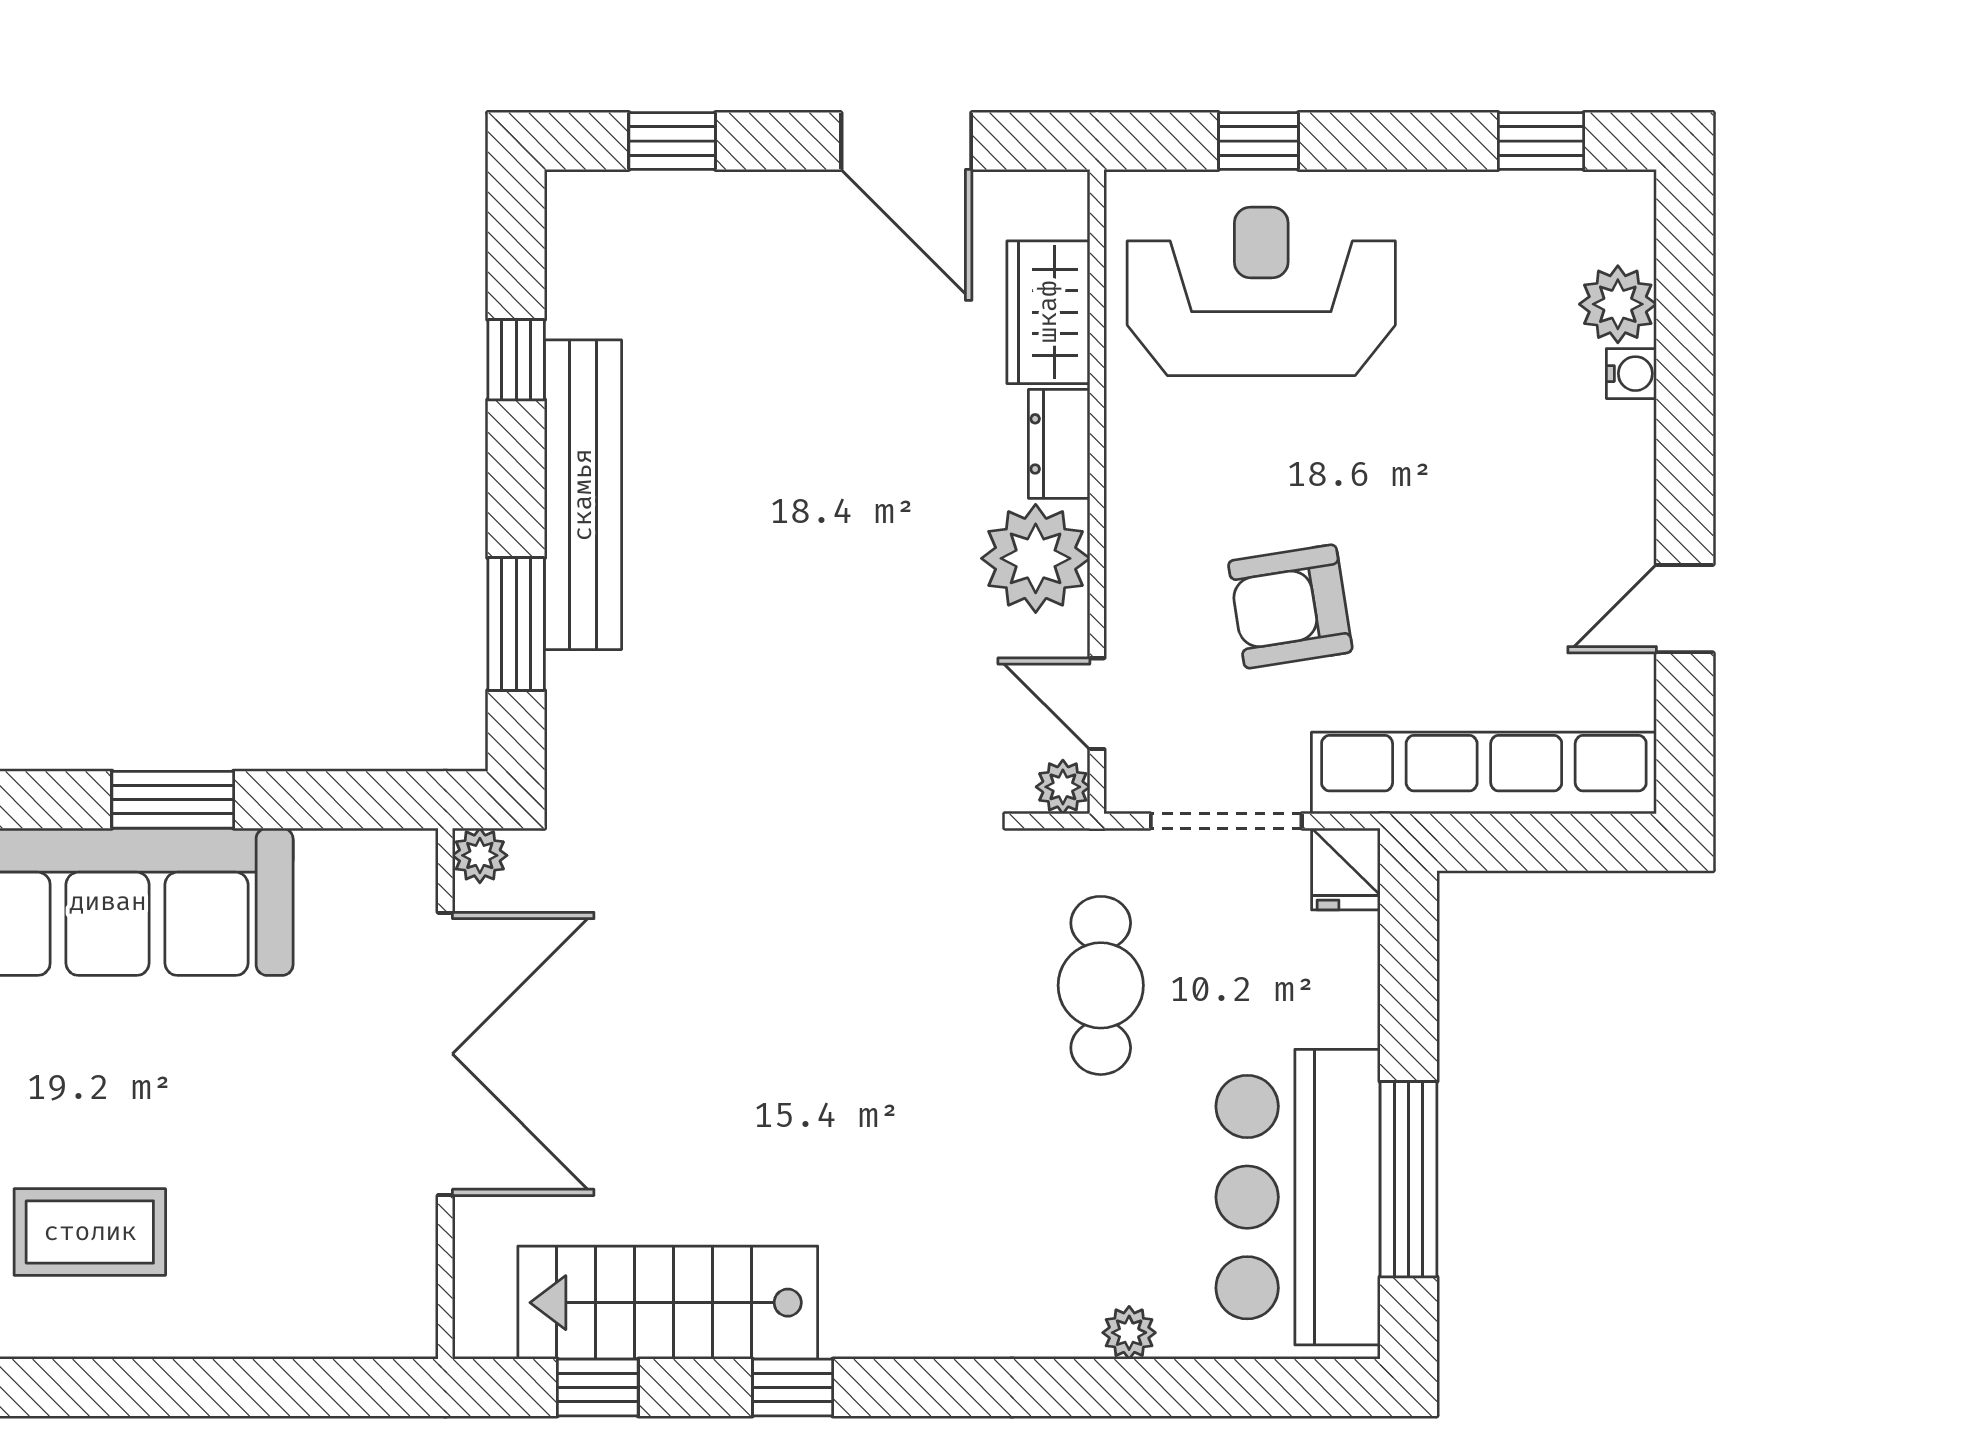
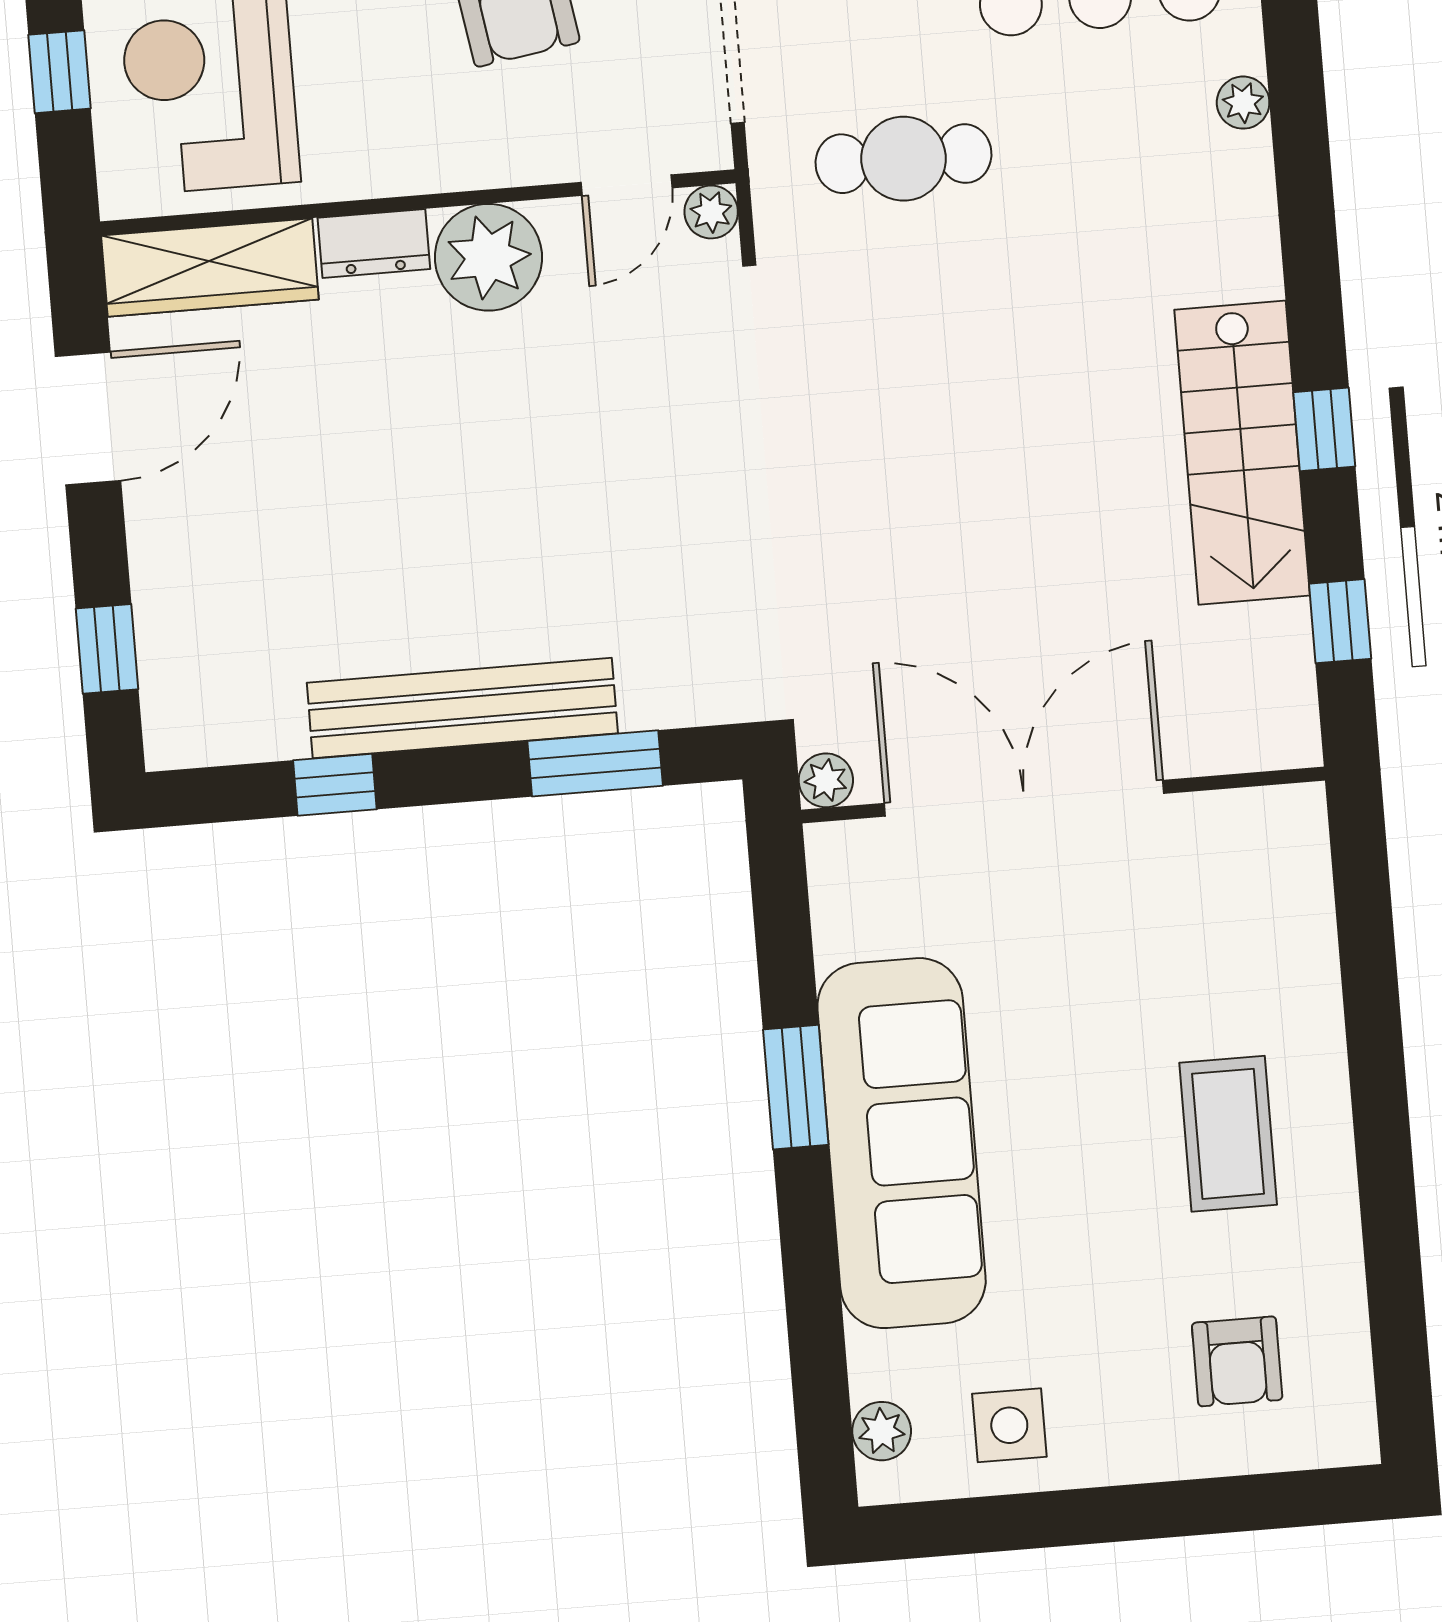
wardrobe: (1048, 312) -> (210, 268), width x1.50
stairs: (668, 1303) -> (1242, 453), moved

